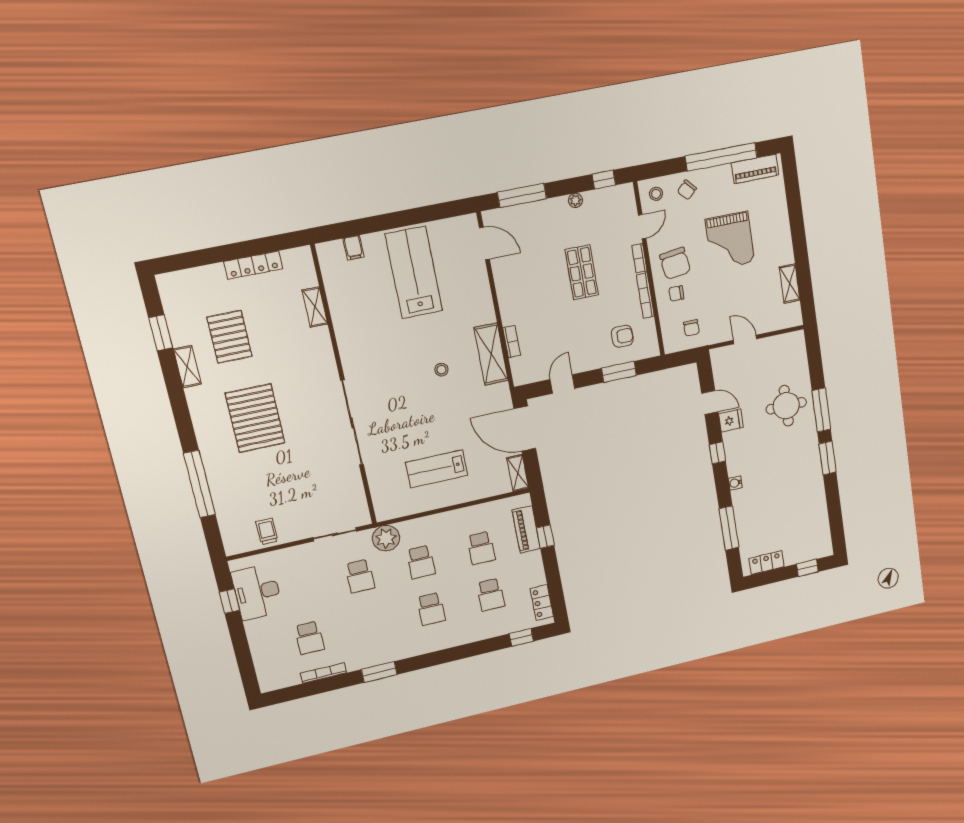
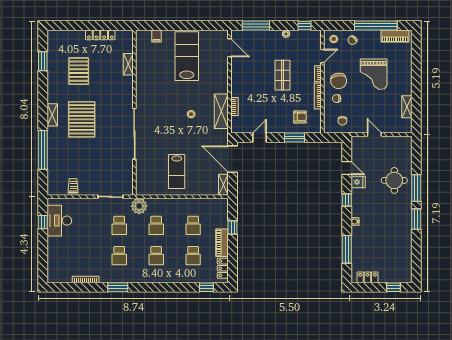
shelving: (187, 367) -> (52, 115), moved
lab bench: (437, 469) -> (177, 171), turned -90
piano: (526, 529) -> (222, 243), moved
school desk: (309, 638) -> (119, 256), moved

